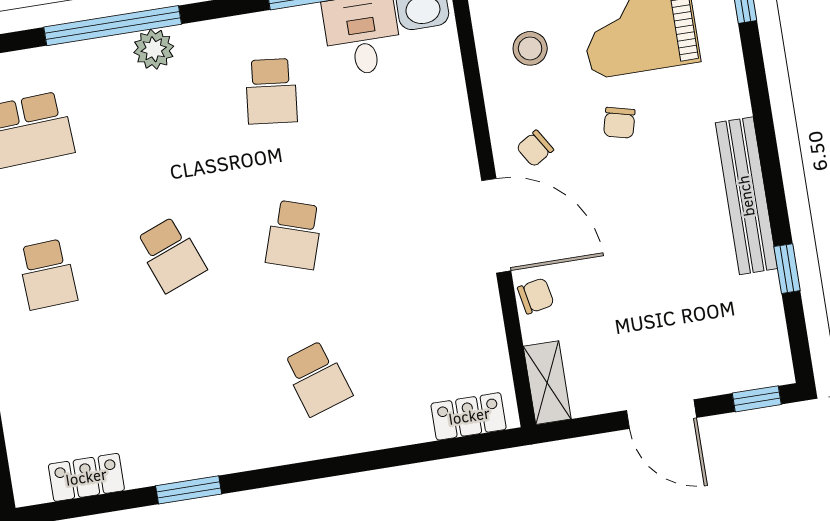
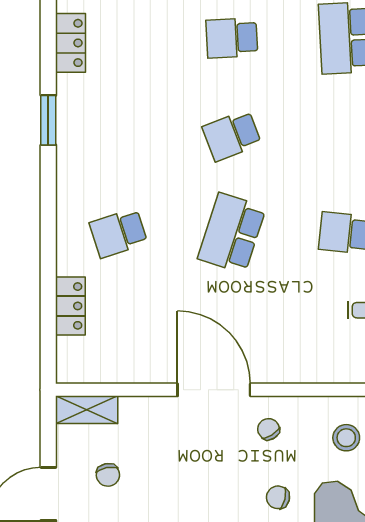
door: (496, 226) -> (214, 390), swing flipped
school desk: (294, 235) -> (232, 233), width x1.85
chair: (536, 296) -> (108, 475), moved
locker: (469, 416) -> (70, 306), moved

